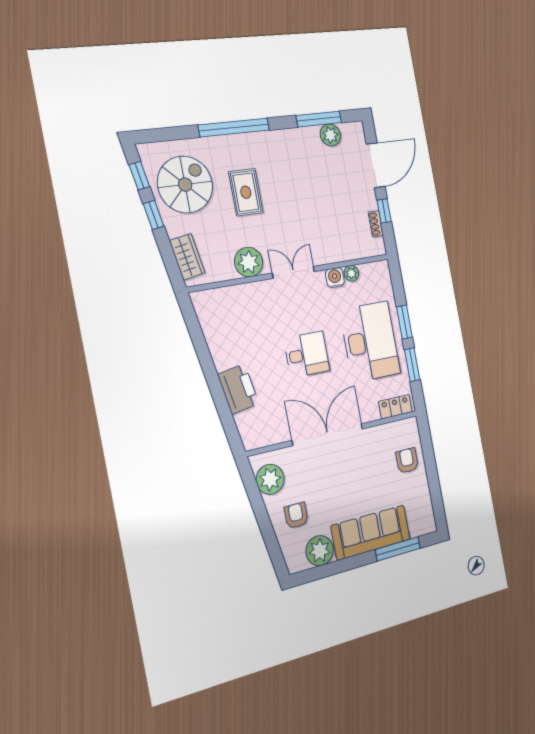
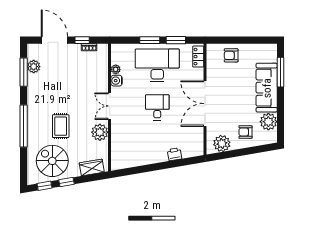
rug: (246, 192) -> (61, 126), turned 90
printer: (238, 389) -> (175, 154), width x0.53, depth x0.68

